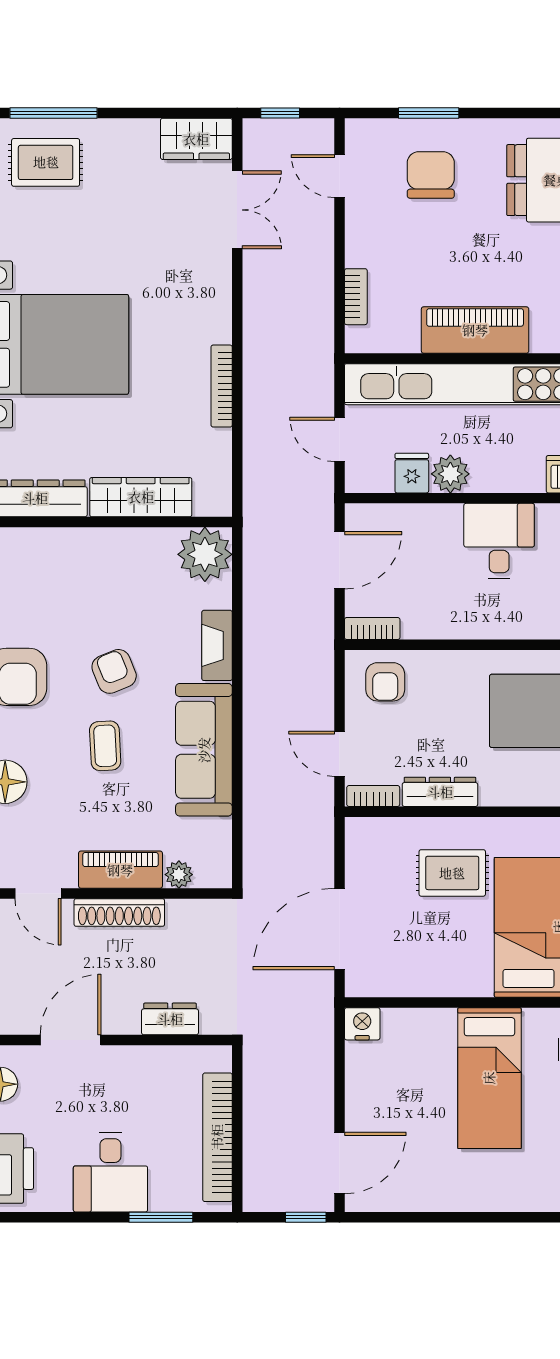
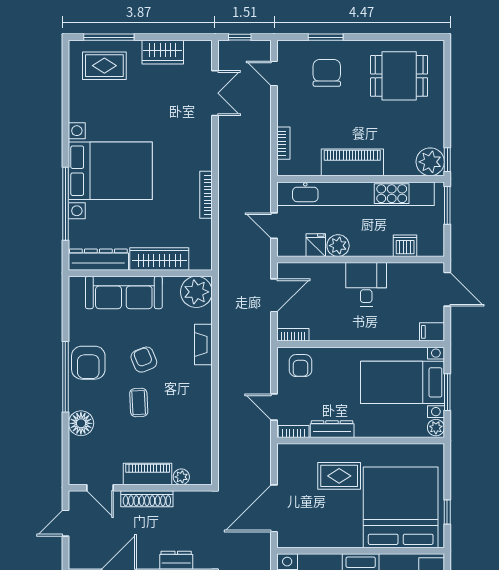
wardrobe: (196, 139) -> (163, 52), moved
sofa: (204, 750) -> (124, 292), moved, turned -90

